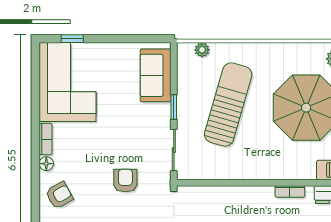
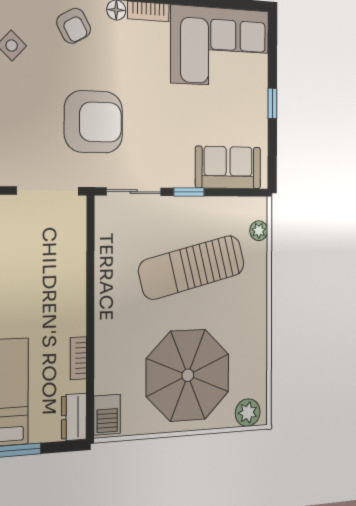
window: (72, 39) -> (272, 103), moved
sun lounger: (228, 104) -> (192, 267), turned 150
armchair: (125, 180) -> (94, 122), width x1.88, depth x1.88

